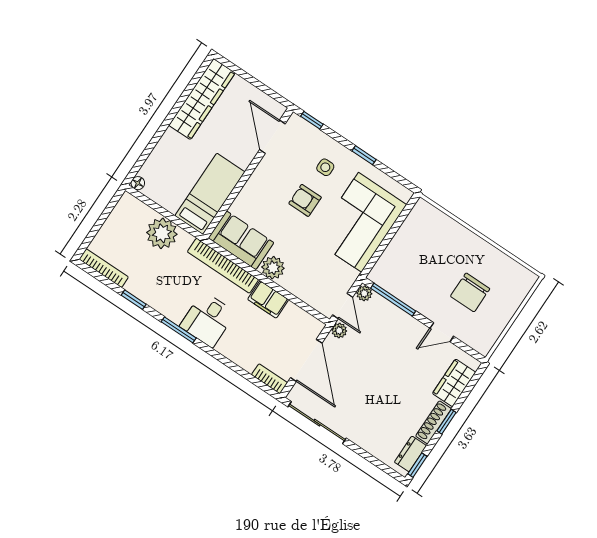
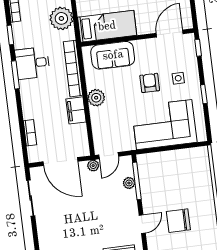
sofa: (241, 240) -> (113, 55), moved, turned 90
plant: (364, 293) -> (129, 183), moved
desk: (208, 319) -> (32, 63), moved
door: (442, 332) -> (142, 224), swing flipped
door: (306, 360) -> (60, 162), hinge flipped
bookcase: (270, 379) -> (30, 133), moved
sliding door: (317, 423) -> (31, 198), width x0.73

